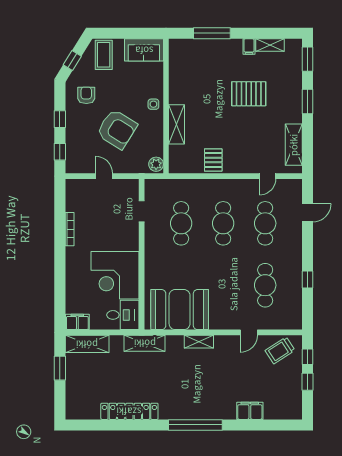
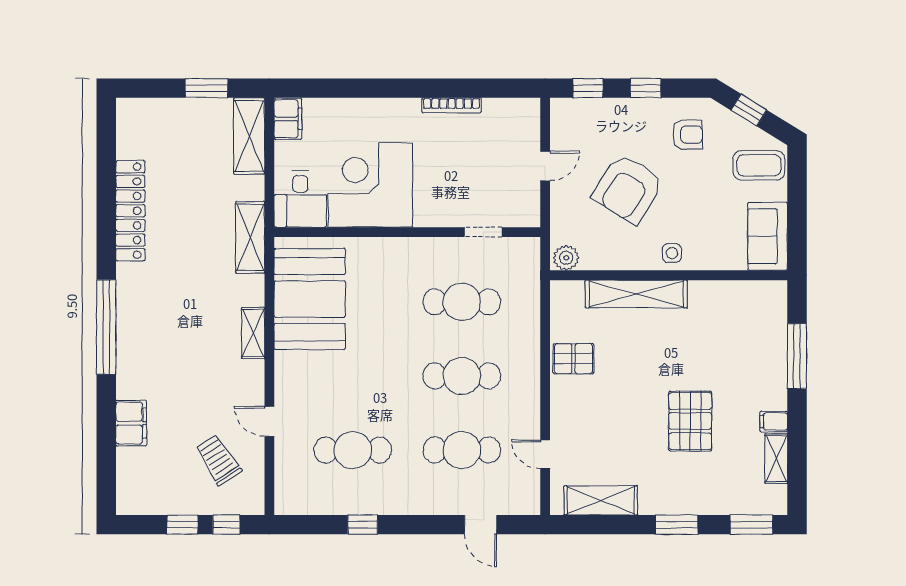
shelving: (177, 124) -> (636, 294), width x1.47
trolley: (280, 350) -> (218, 460), moved

